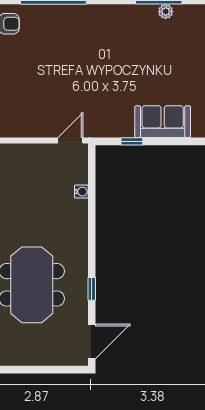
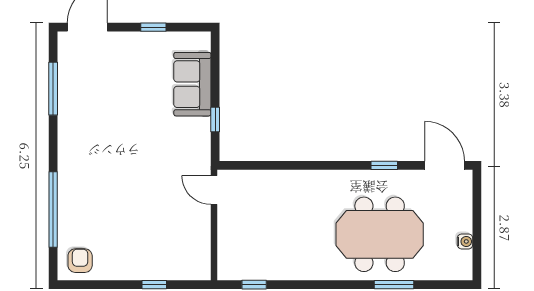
plant: (166, 12) -> (66, 81), removed
water cooler: (81, 192) -> (465, 241), moved, turned 90

